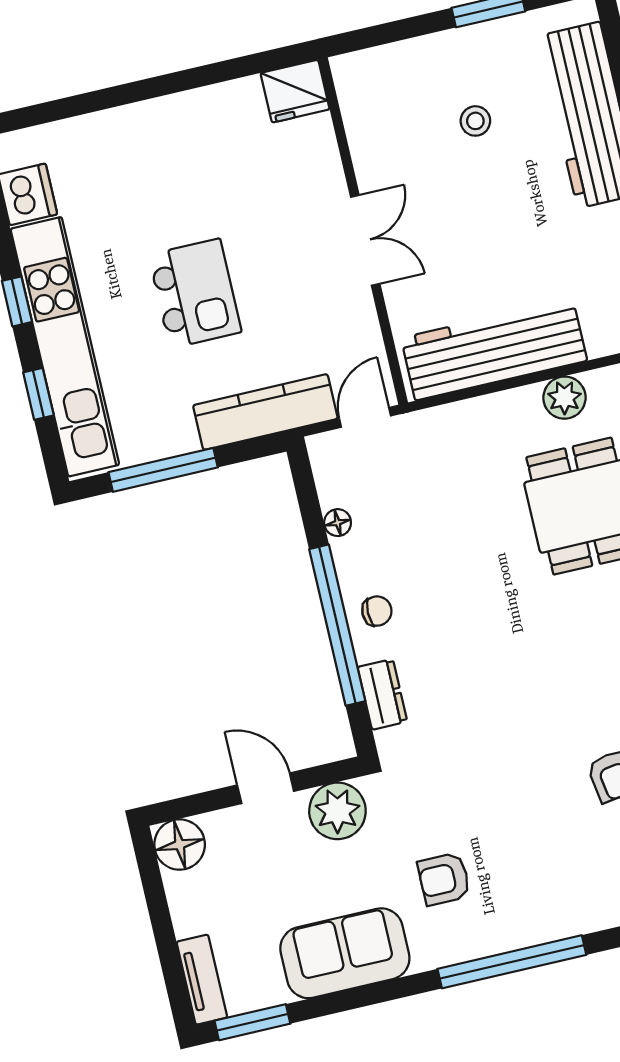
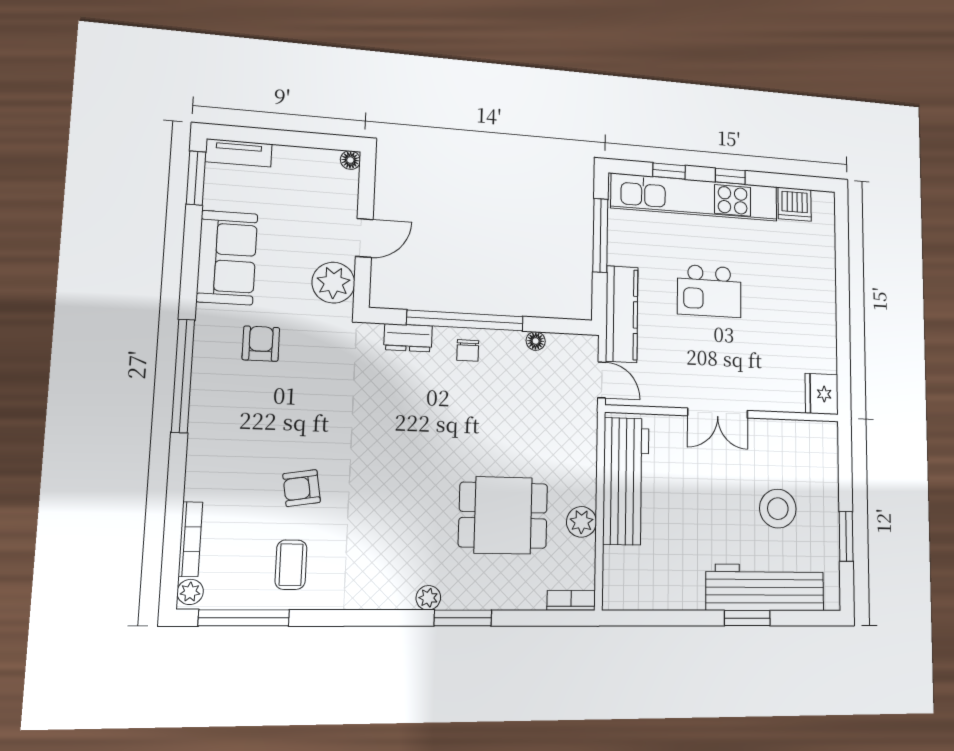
stool: (475, 121) -> (778, 509), width x1.89, depth x1.89
floor lamp: (180, 845) -> (350, 160), width x0.53, depth x0.53

